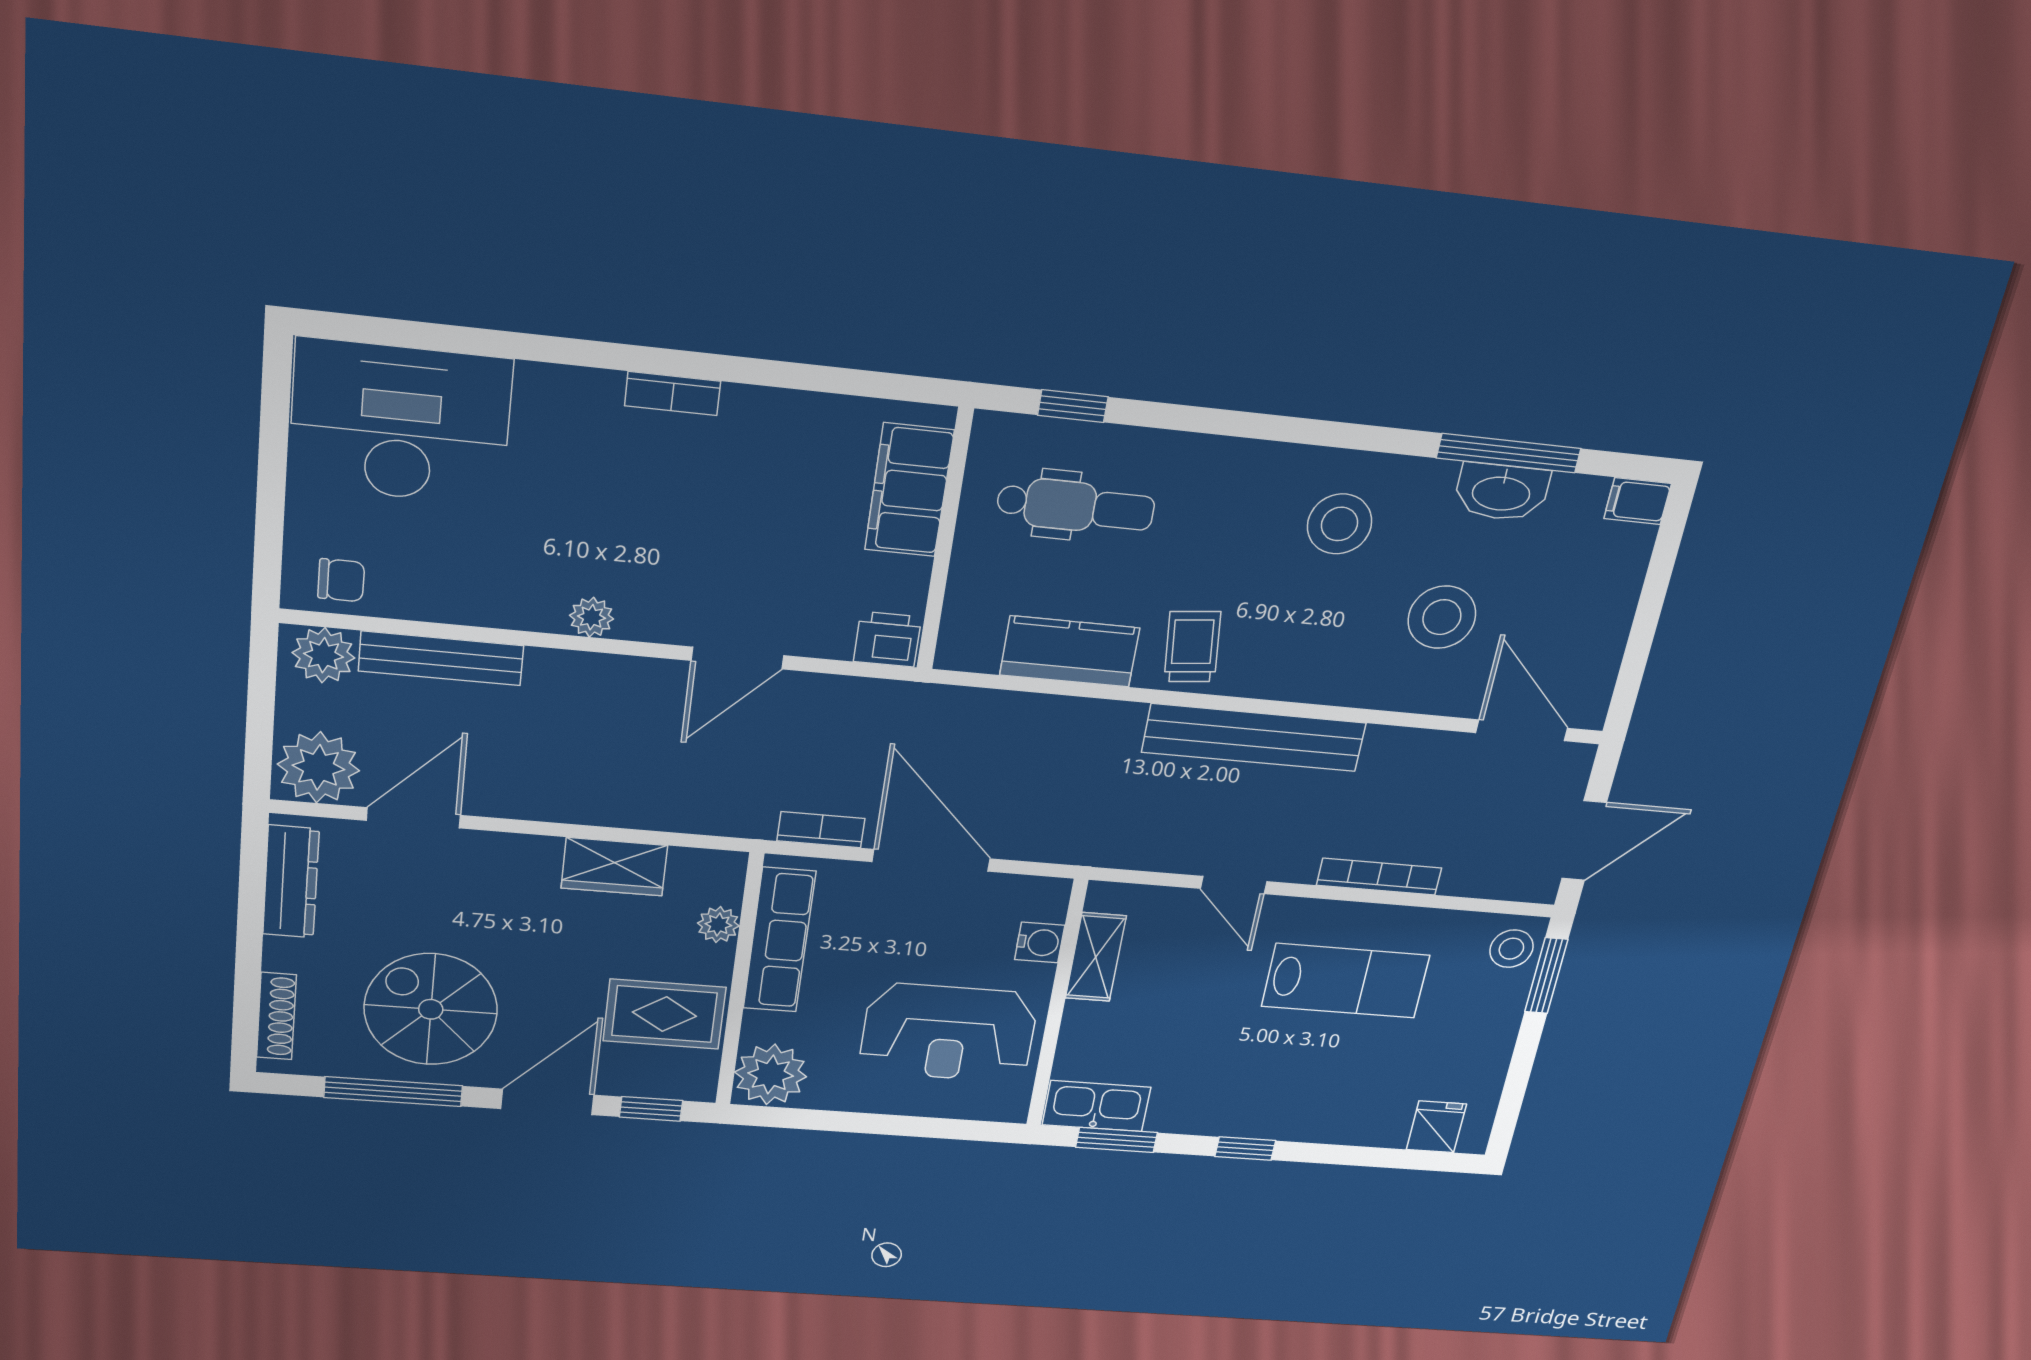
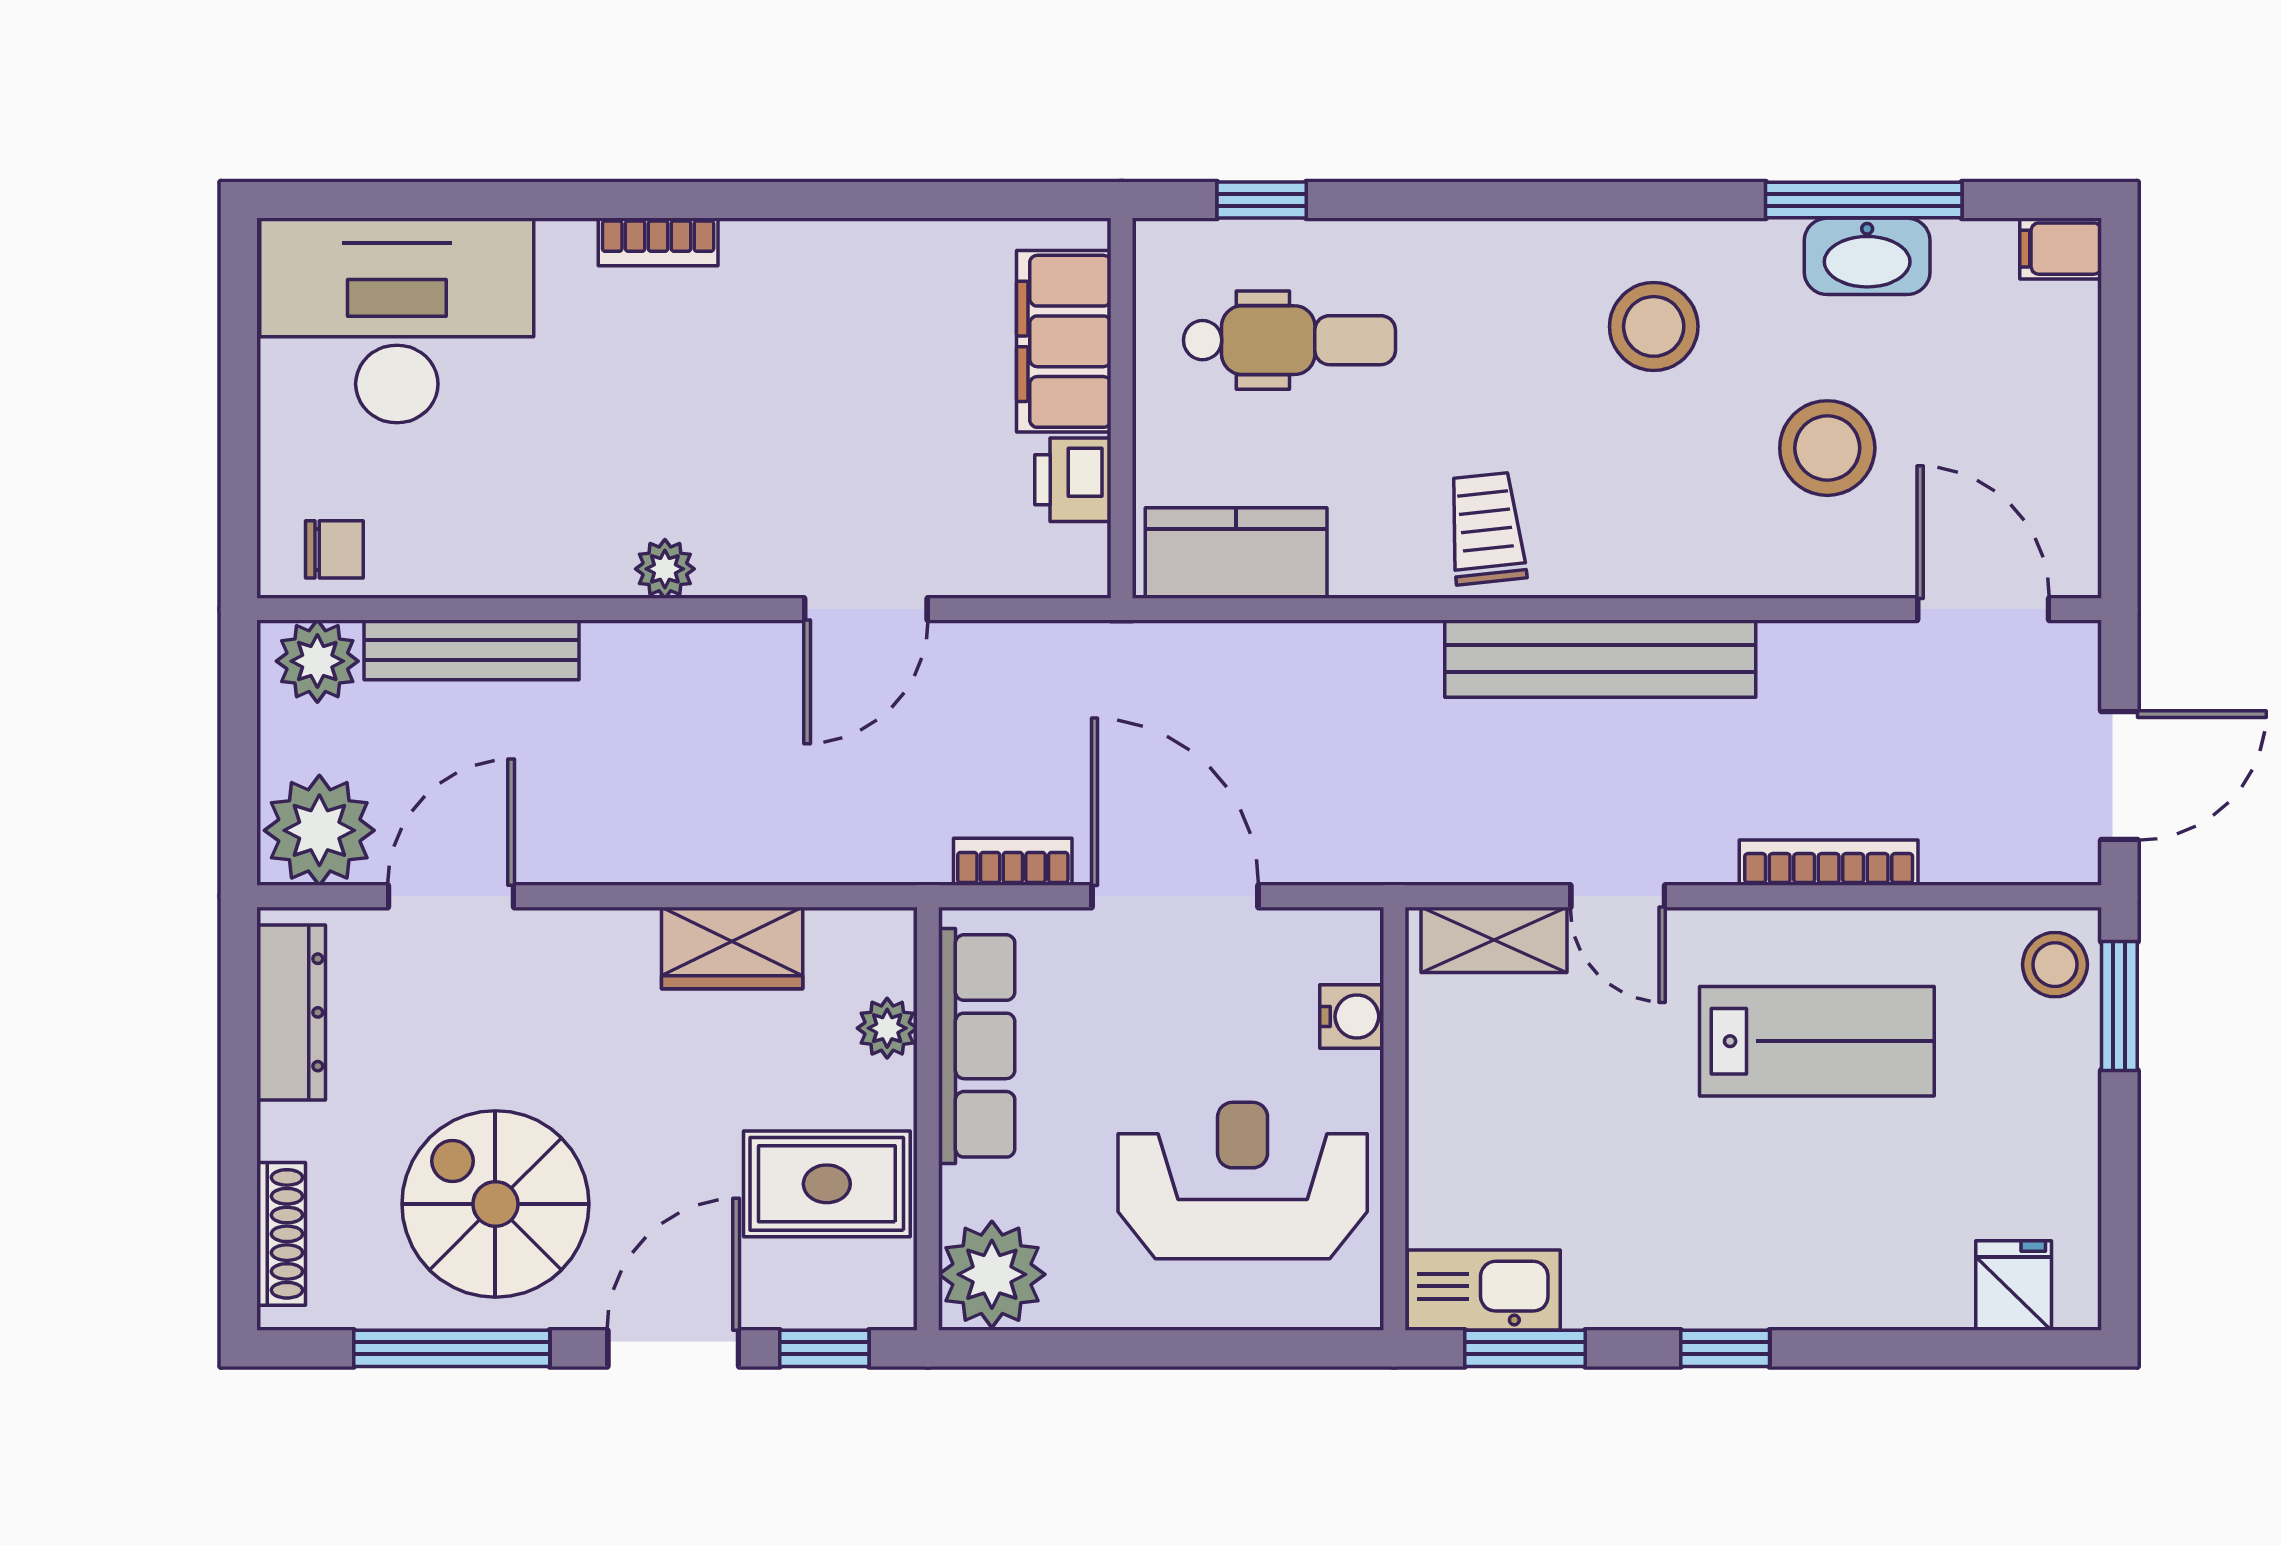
bookcase: (673, 394) -> (658, 242), moved
printer: (887, 639) -> (1073, 480), moved, turned -90
kitchen counter: (1070, 651) -> (1236, 553), moved
shelving: (1096, 957) -> (1494, 940), moved, turned 90
reception desk: (948, 1033) -> (1243, 1181), turned 180

